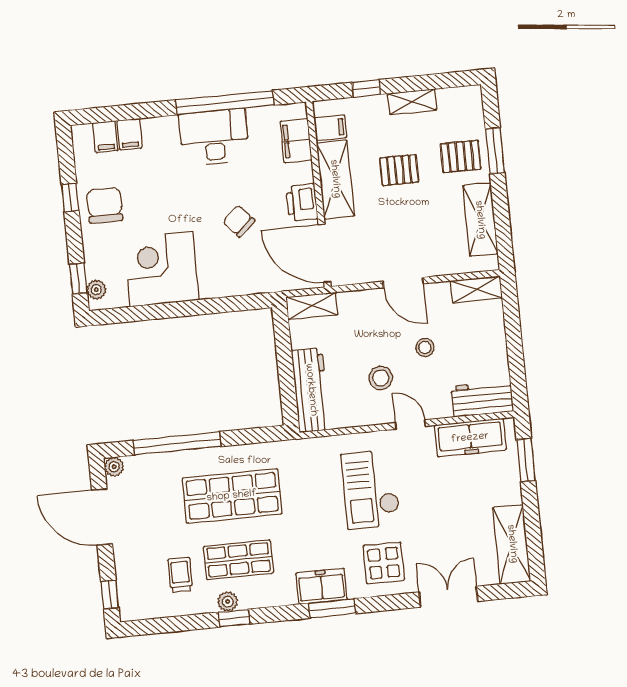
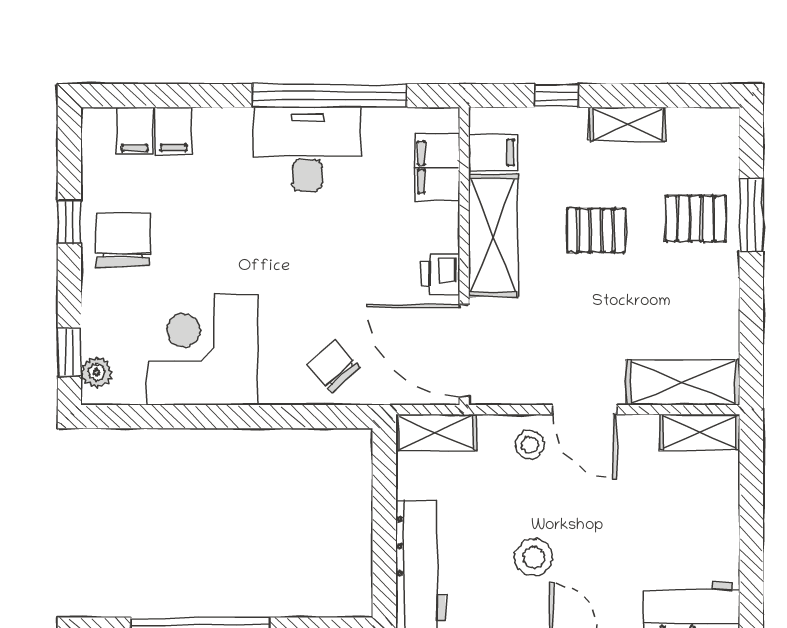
printer: (302, 203) -> (441, 274), width x0.73, depth x0.81
shelving: (480, 220) -> (683, 382), moved, turned 90
chair: (239, 221) -> (333, 366), moved
stool: (425, 347) -> (530, 445), moved

